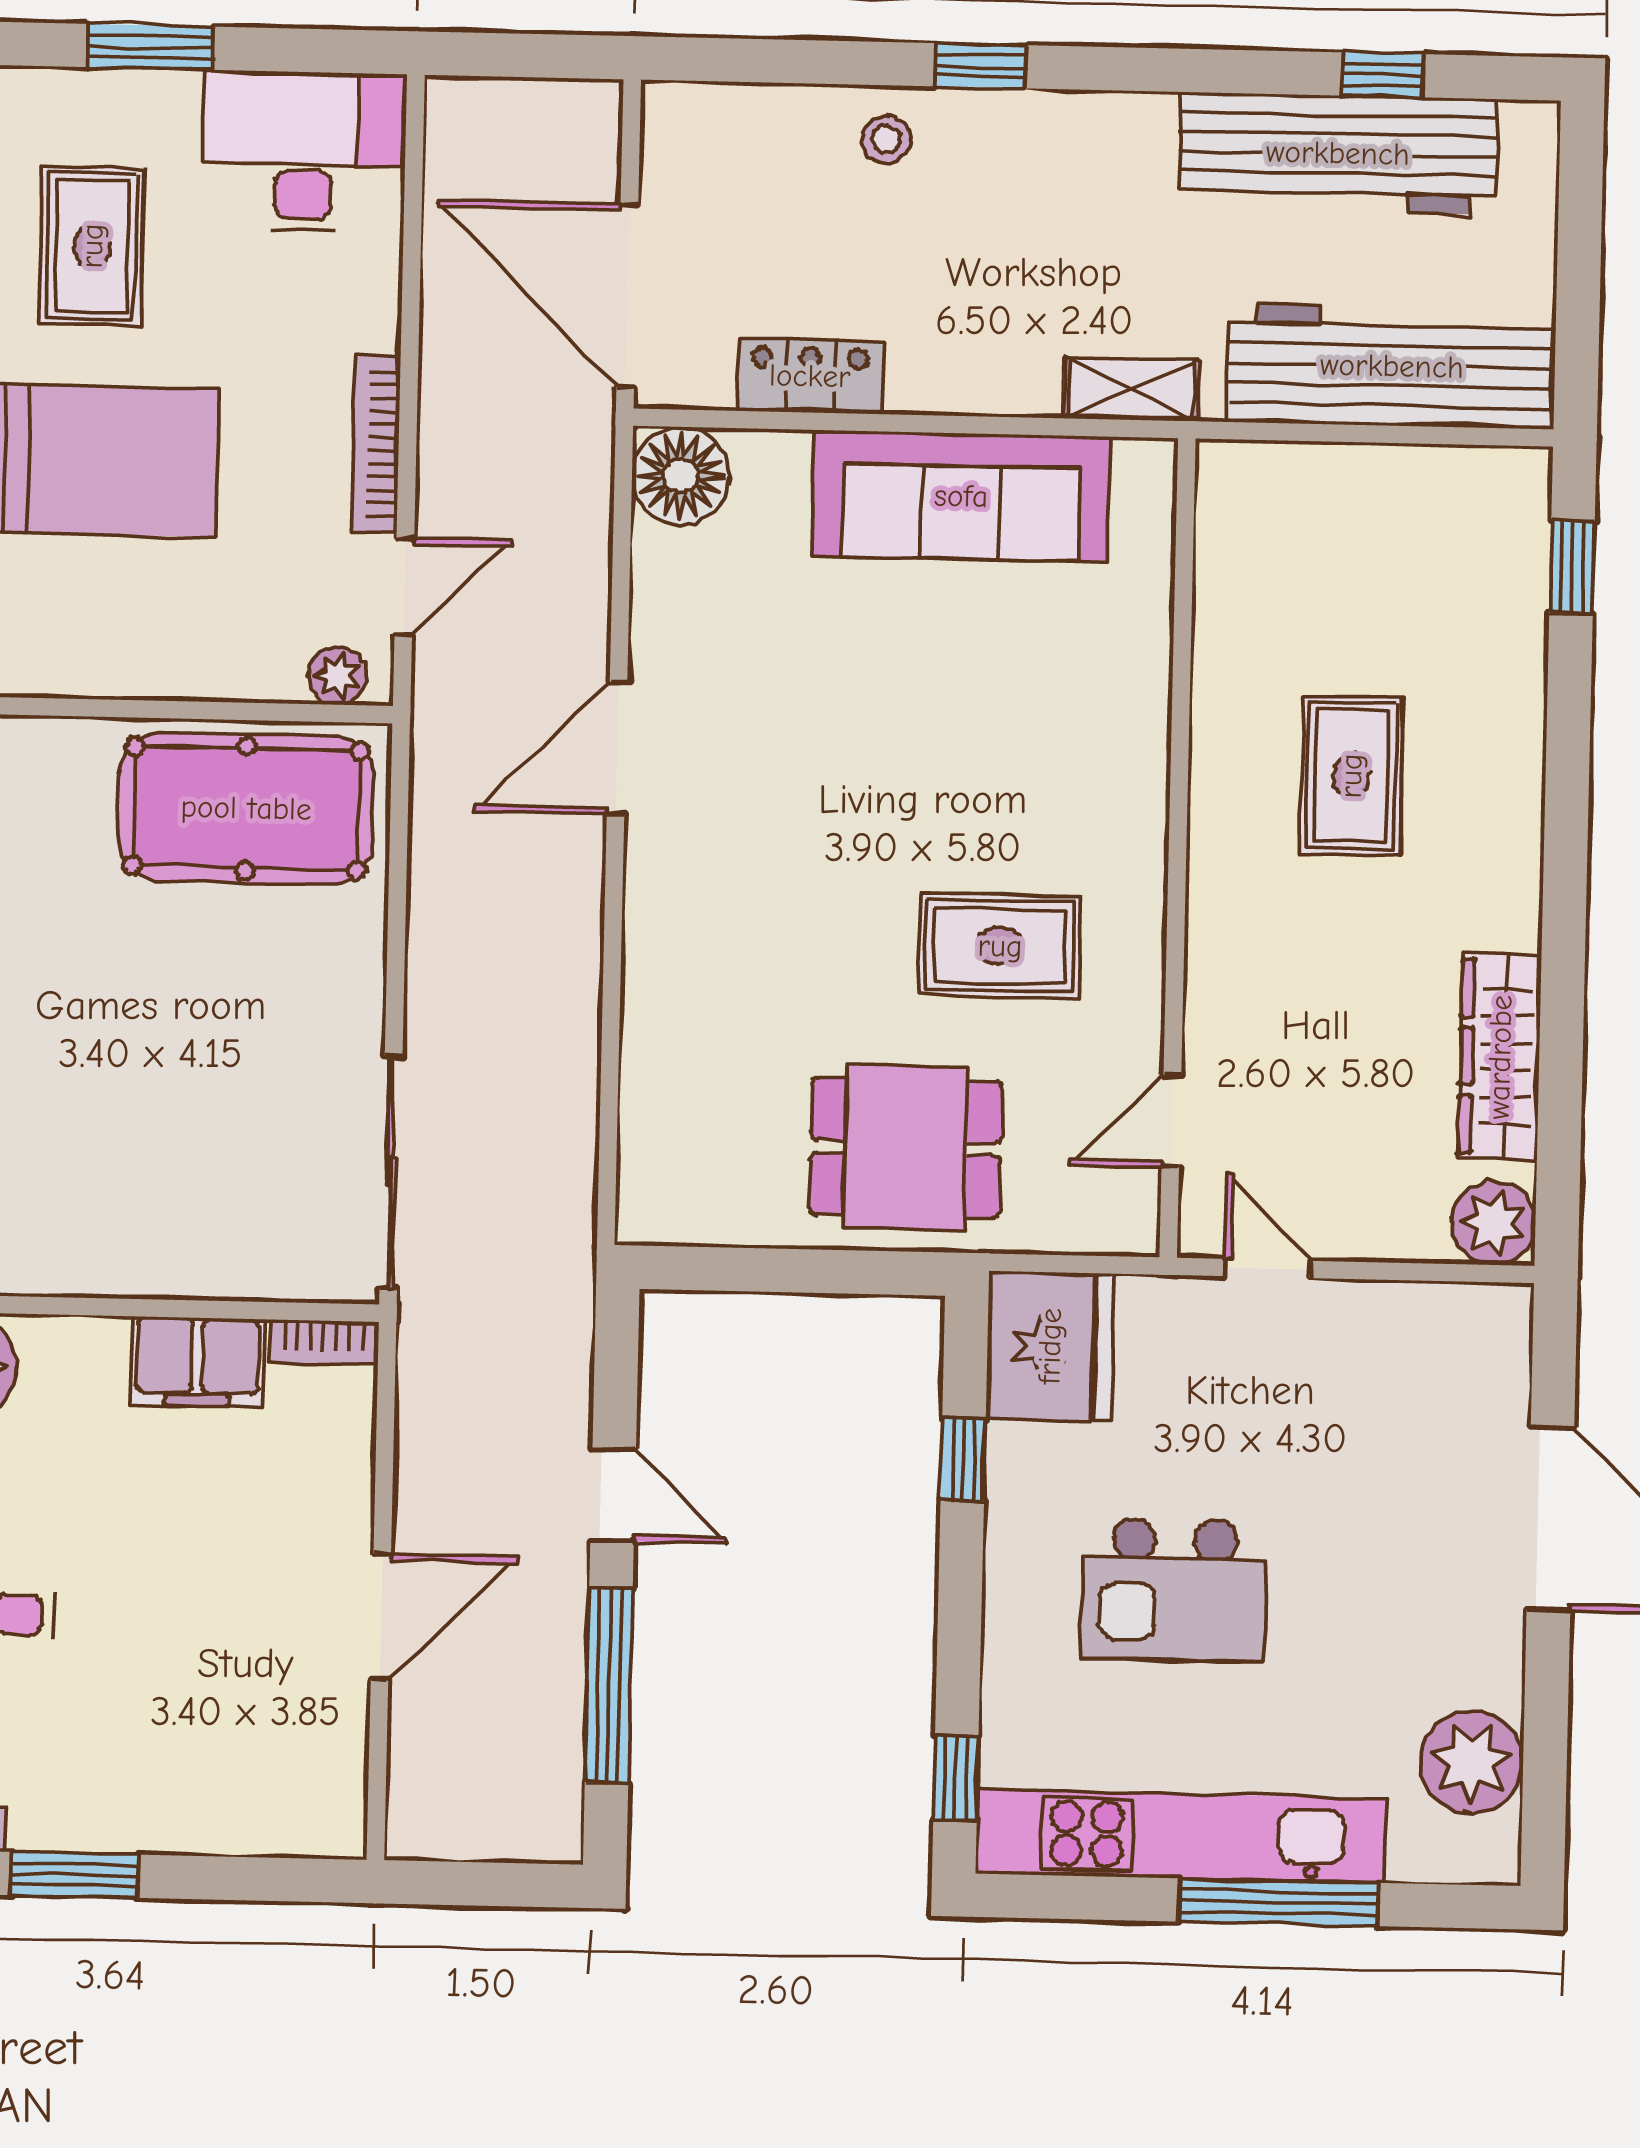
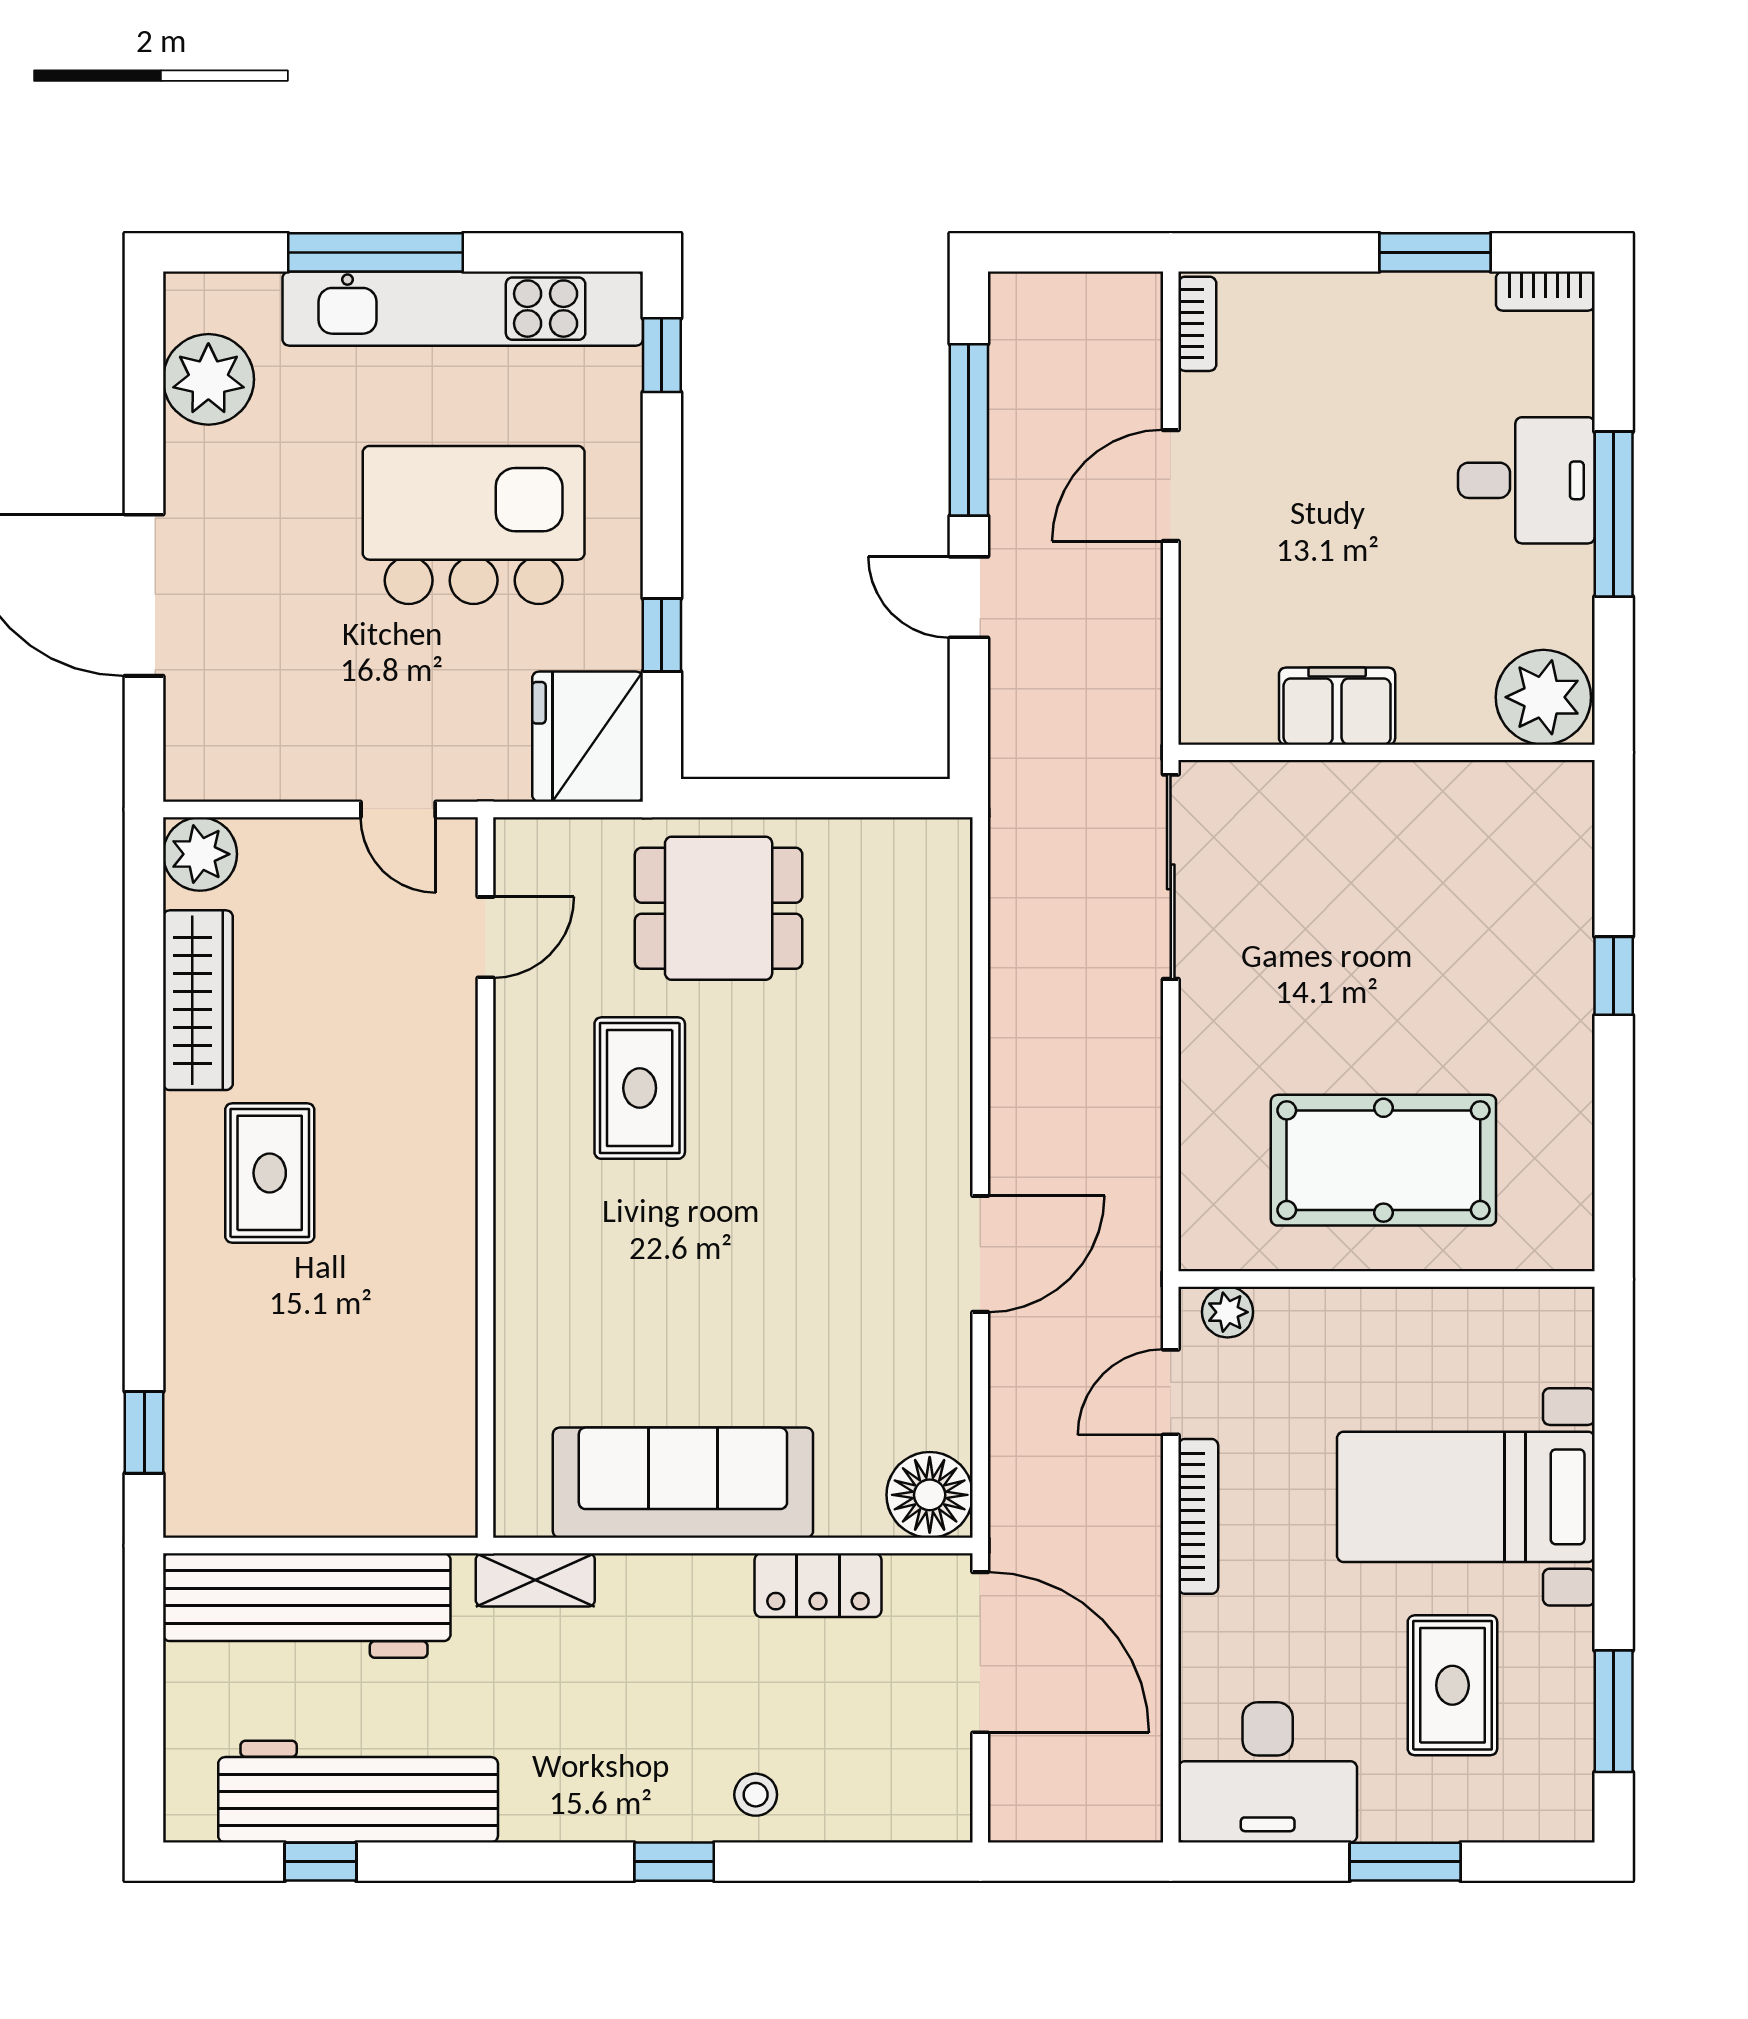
rug: (1351, 776) -> (270, 1173), moved
pool table: (246, 808) -> (1383, 1160), moved
rug: (1000, 946) -> (640, 1088), turned 90
bookcase: (323, 1342) -> (1197, 324), moved, turned 90
kitchen island: (1174, 1590) -> (474, 525), width x1.37, depth x1.28

